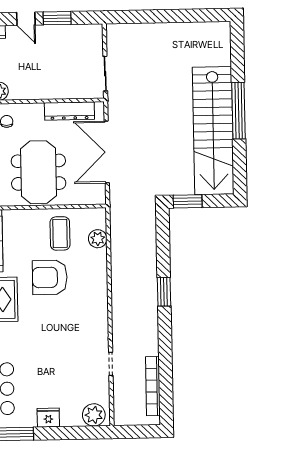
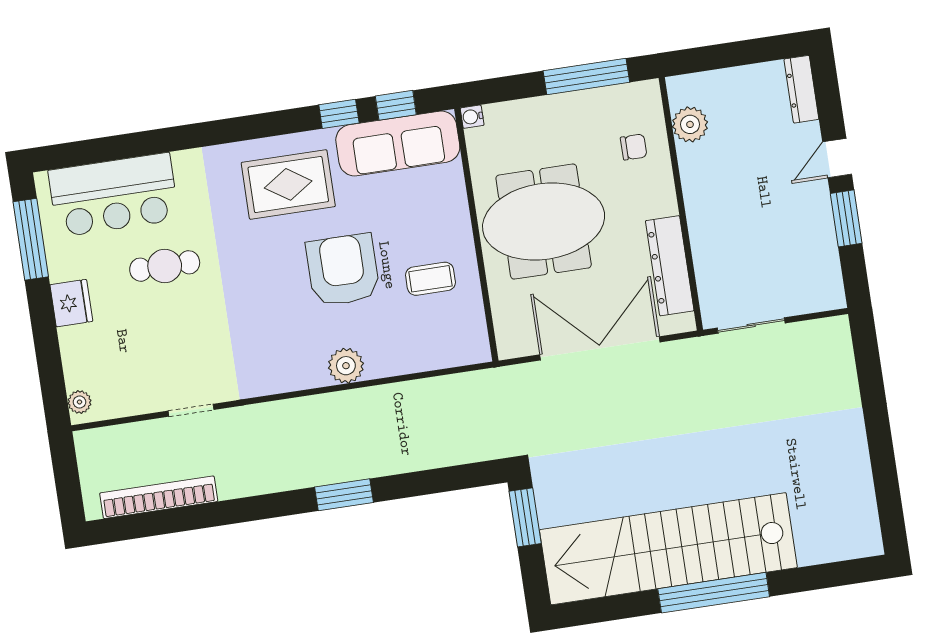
coffee table: (60, 233) -> (430, 279), width x0.73, depth x0.77
plant: (98, 239) -> (346, 366), moved
cafe table: (36, 368) -> (165, 266), added
plant: (94, 415) -> (80, 402), width x0.53, depth x0.53

